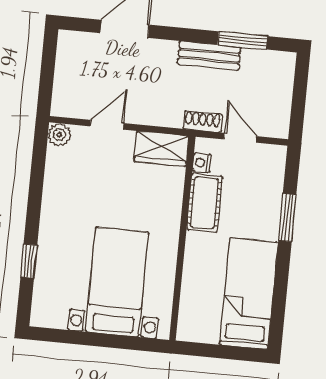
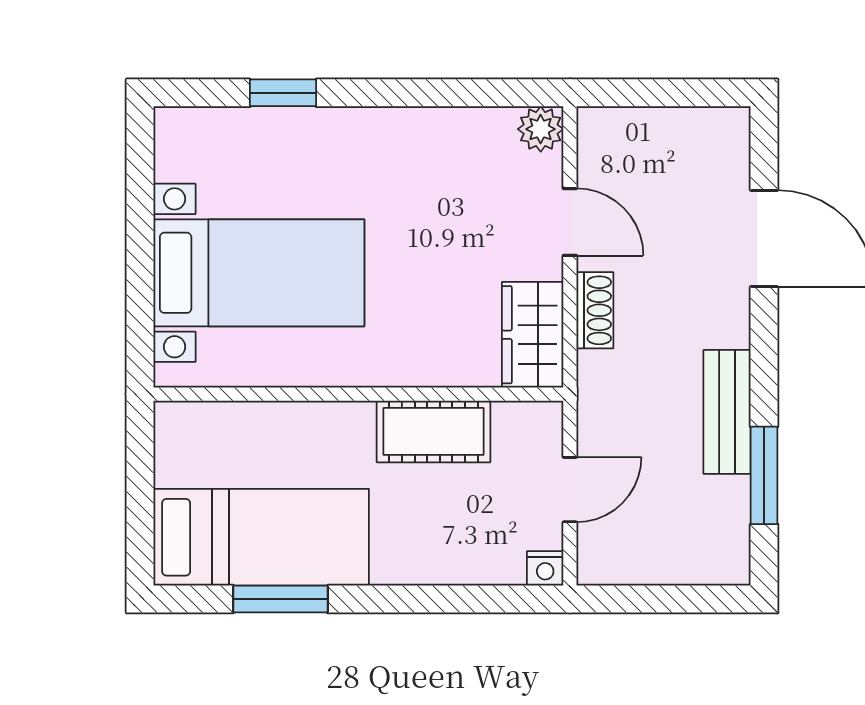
shoe rack: (203, 122) -> (595, 310), moved
nightstand: (202, 163) -> (545, 568), moved, turned 180
window: (287, 218) -> (280, 599), moved

